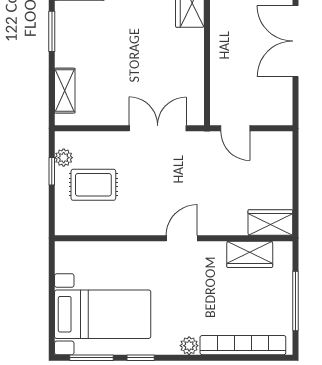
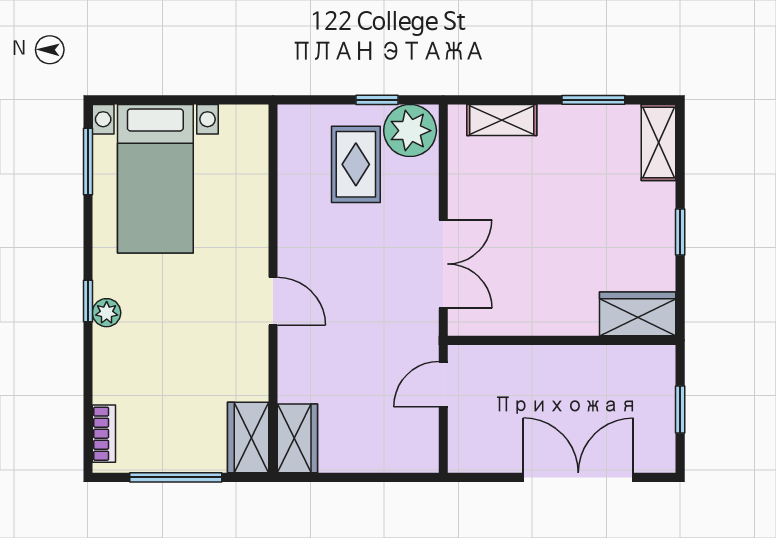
plant: (64, 158) -> (410, 131), width x1.87, depth x1.87
wardrobe: (250, 254) -> (248, 438), moved
bookcase: (243, 345) -> (104, 434), width x0.43, depth x0.76
window: (141, 358) -> (88, 301), moved

